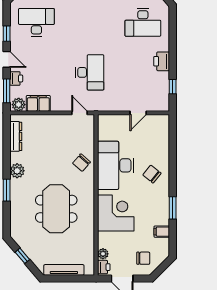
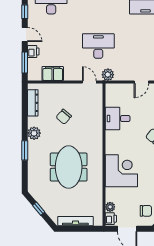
desk: (90, 72) -> (98, 46), turned -90
plant: (19, 105) -> (108, 75), moved
chair: (81, 163) -> (64, 117), moved
desk: (116, 165) -> (118, 119), width x0.53, depth x0.77

